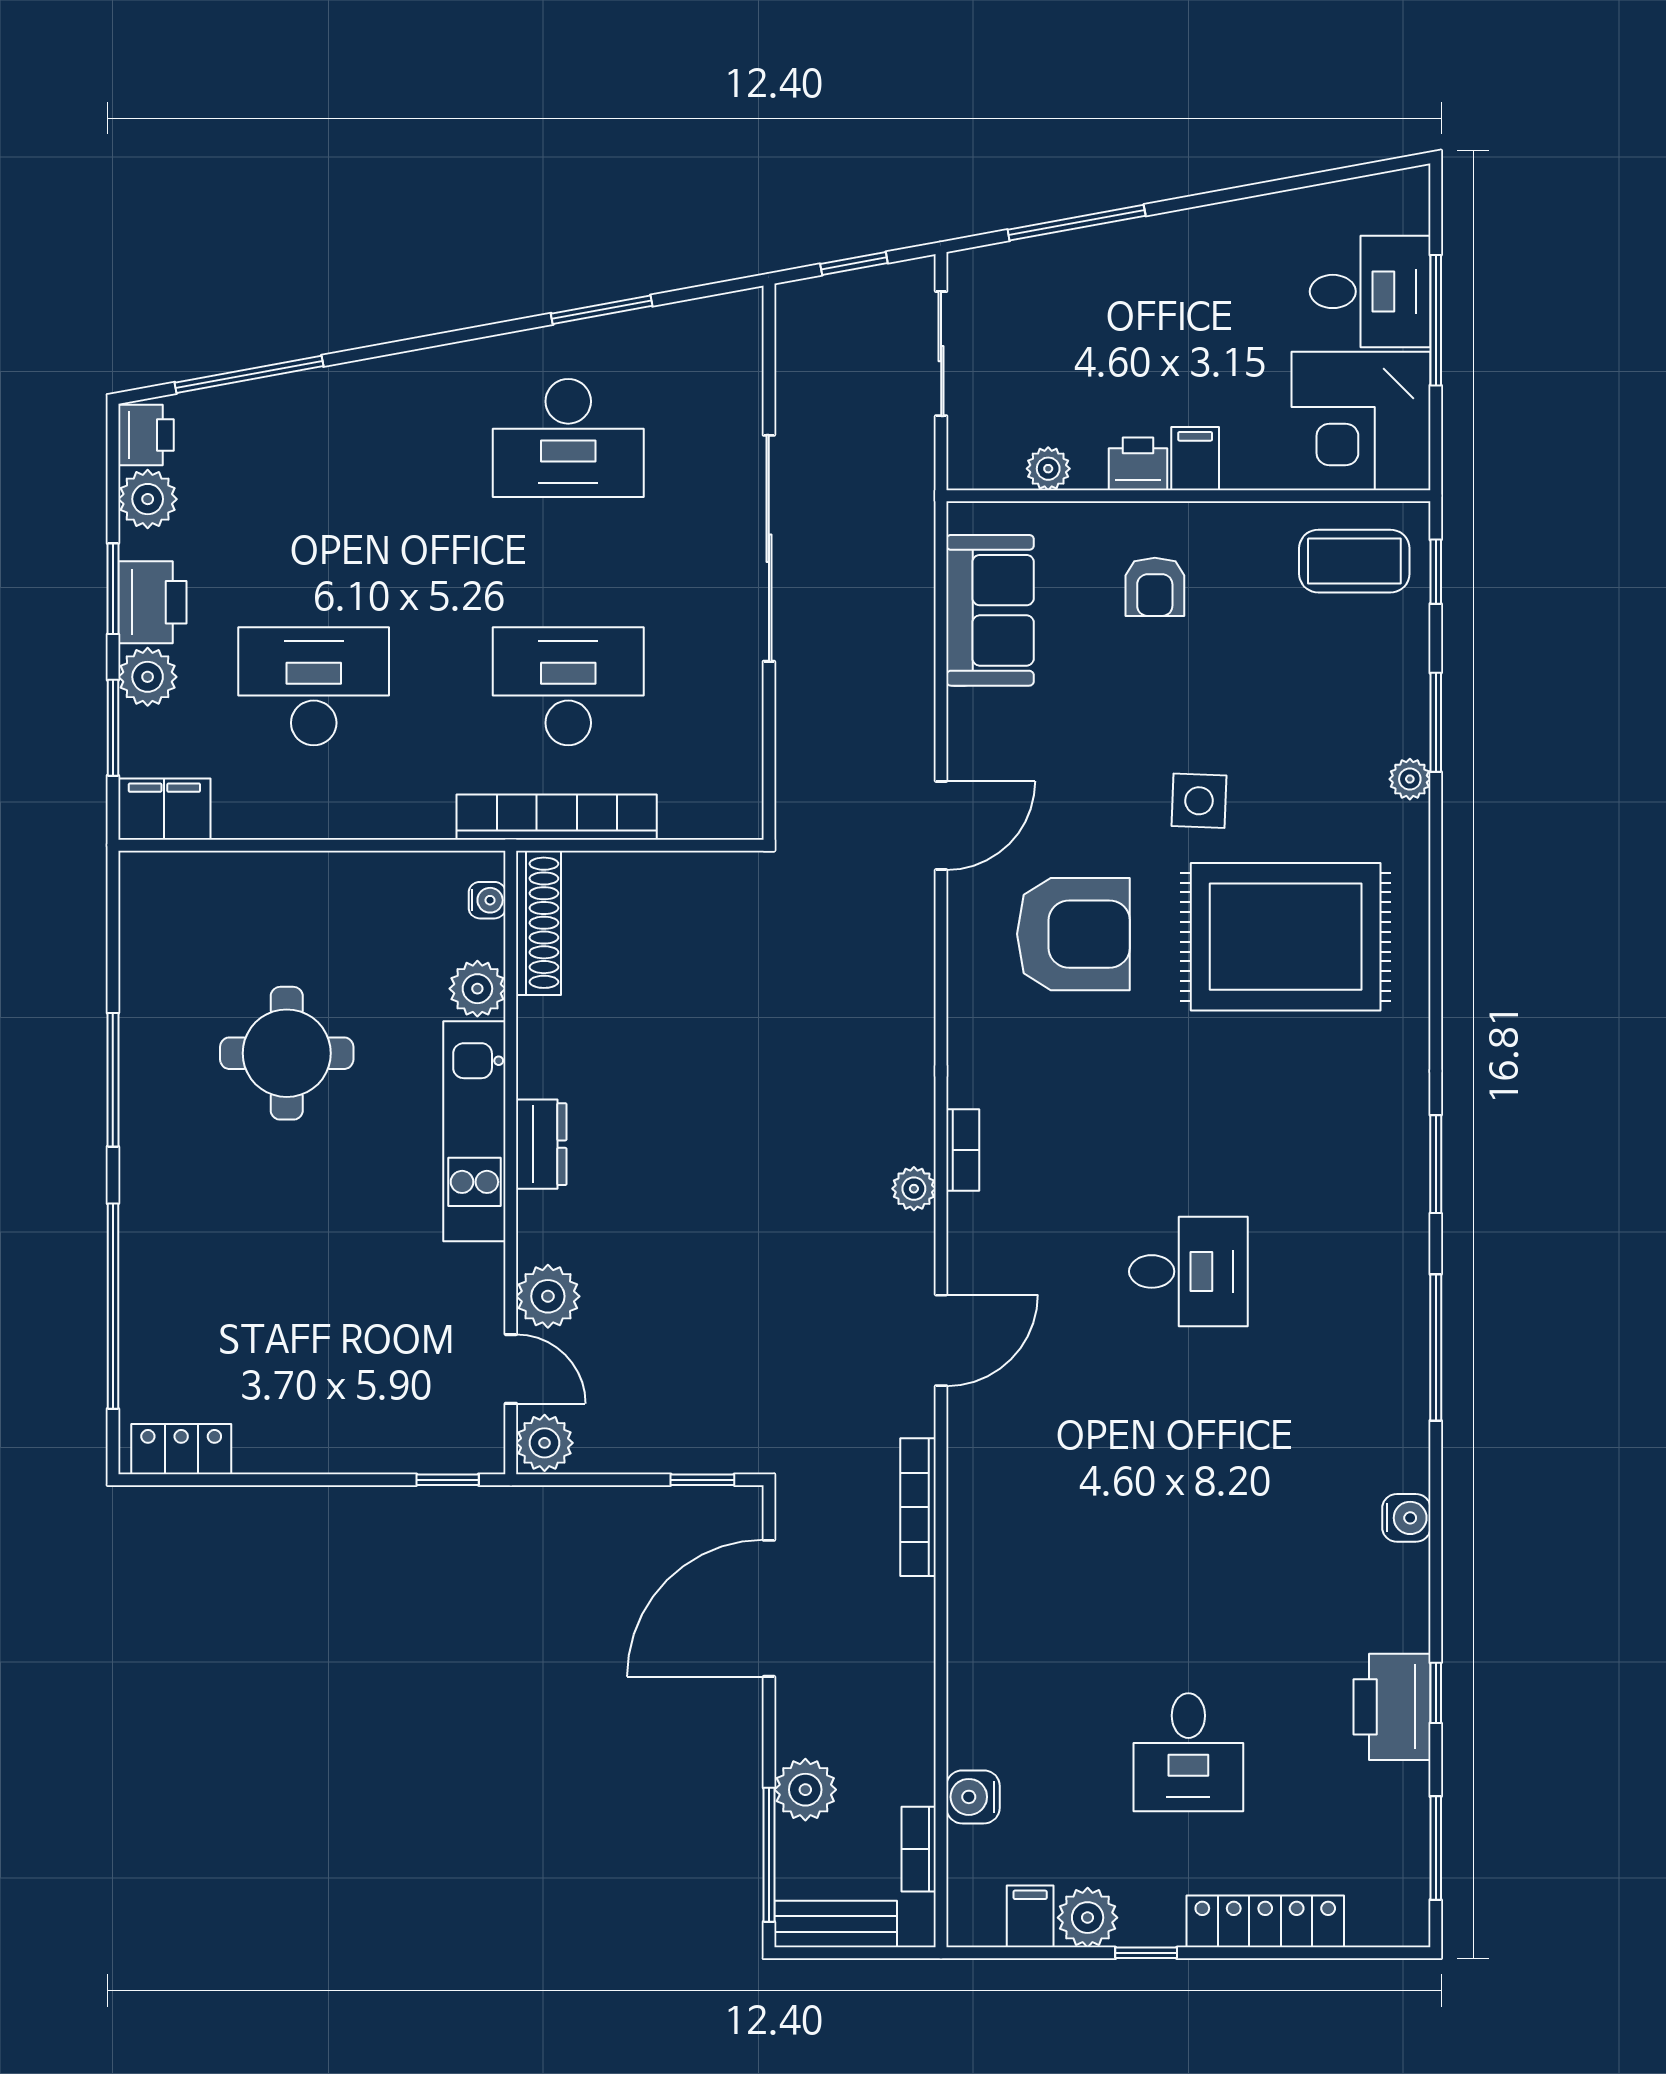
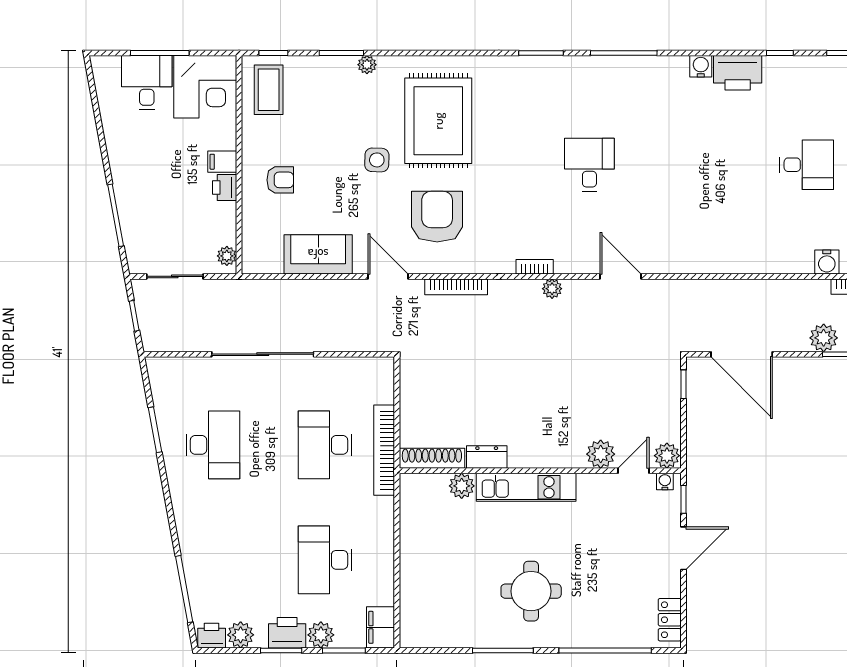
plant: (1048, 469) -> (227, 256), moved
sofa: (990, 610) -> (318, 254), moved
water cooler: (487, 900) -> (665, 481), moved
round table: (287, 1053) -> (531, 591), moved
dresser: (541, 1144) -> (487, 457), moved
door: (340, 1480) -> (683, 548), added
bookcase: (918, 1507) -> (456, 287), moved
printer: (1392, 1707) -> (738, 73), moved

